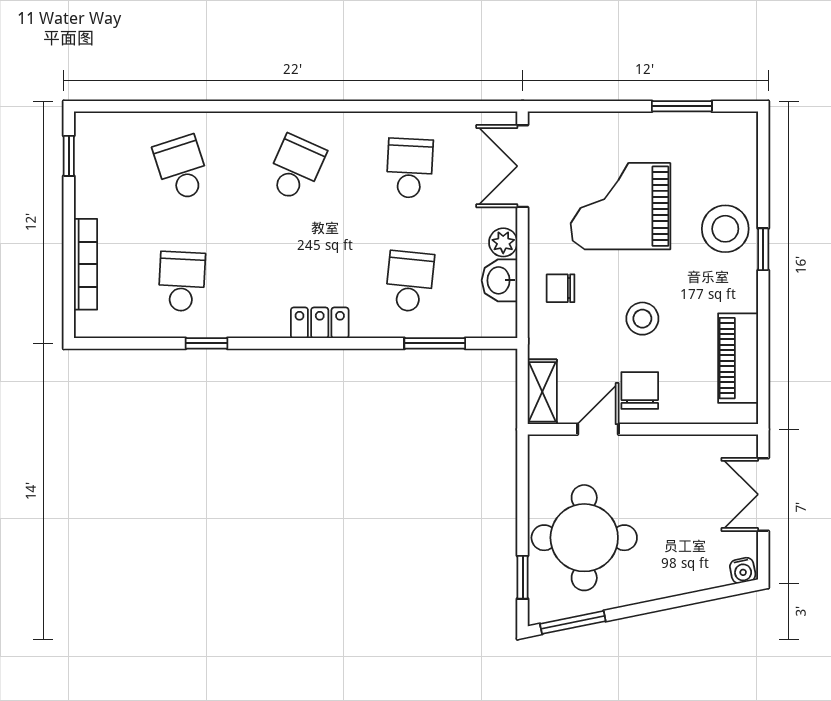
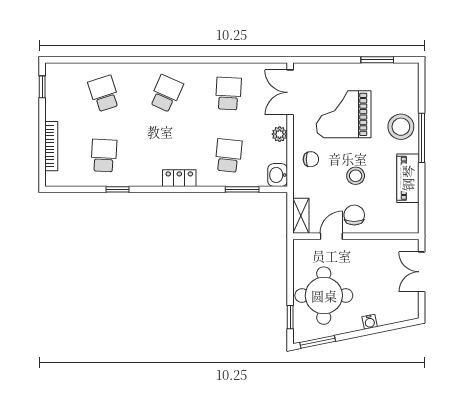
window: (763, 249) -> (422, 138), width x2.17
washbasin: (500, 280) -> (278, 175), moved
chair: (561, 288) -> (311, 159), turned 180
piano: (738, 358) -> (408, 178), moved
water cooler: (743, 571) -> (370, 322), moved

